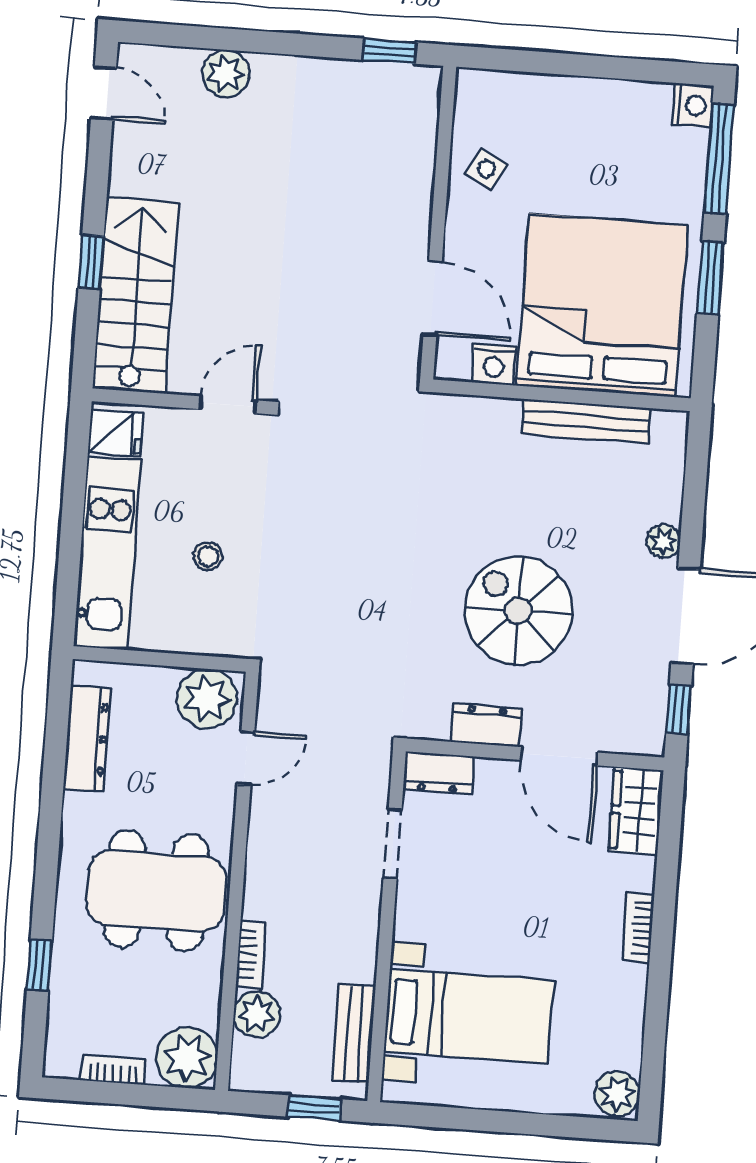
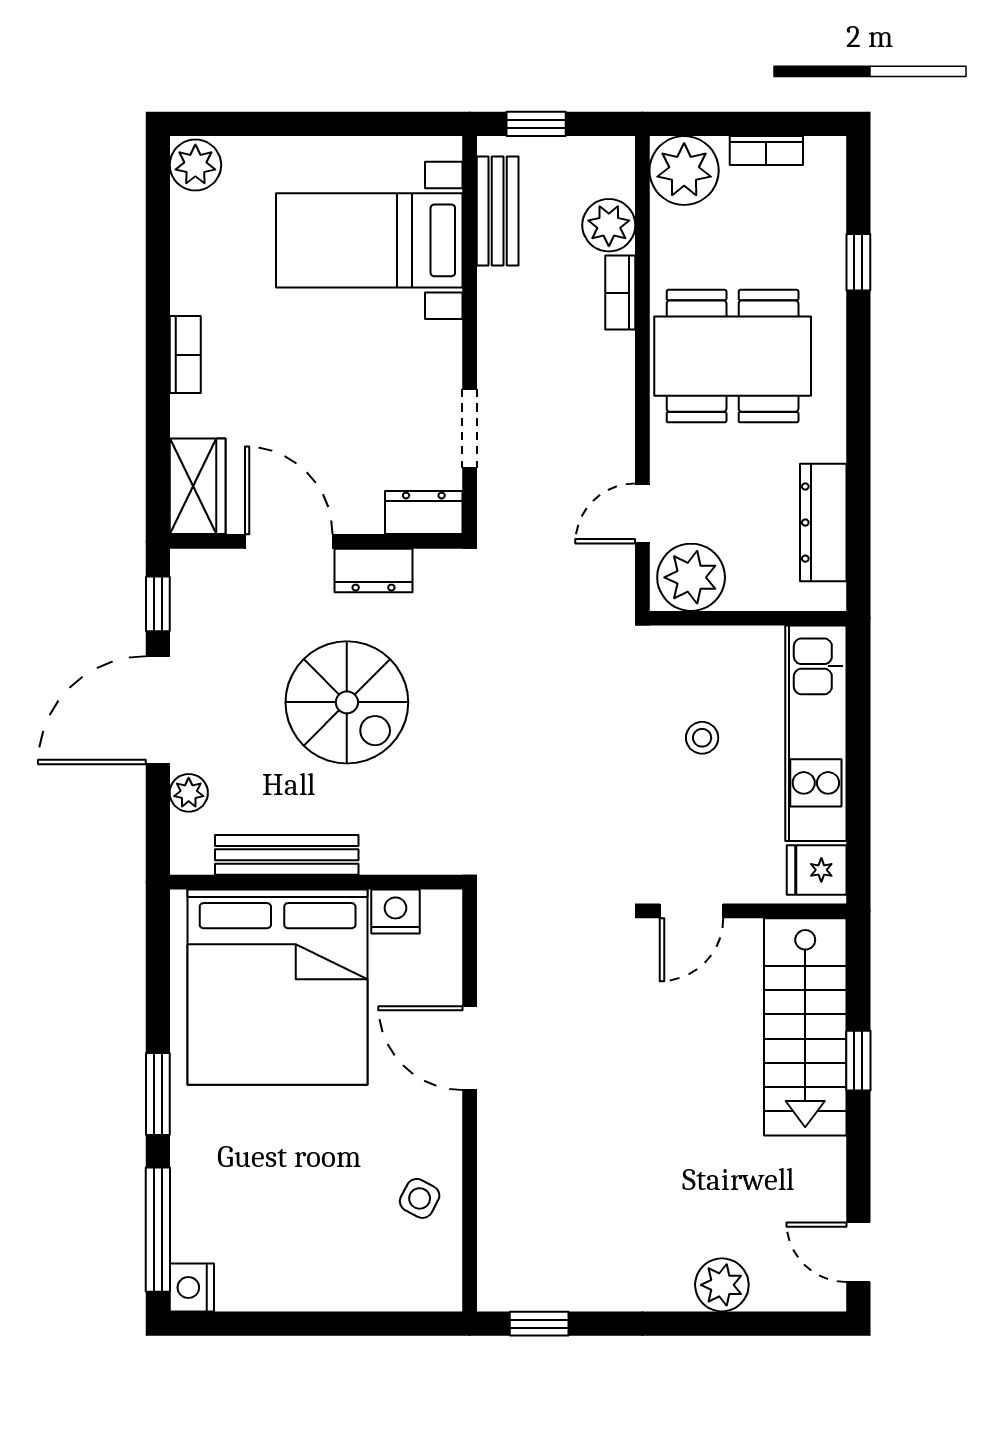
bed: (602, 305) -> (278, 987), moved
nightstand: (493, 364) -> (395, 912), moved
wall: (561, 395) -> (316, 882), moved
bench: (586, 421) -> (287, 855), moved

